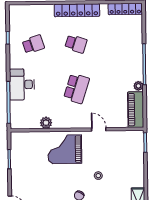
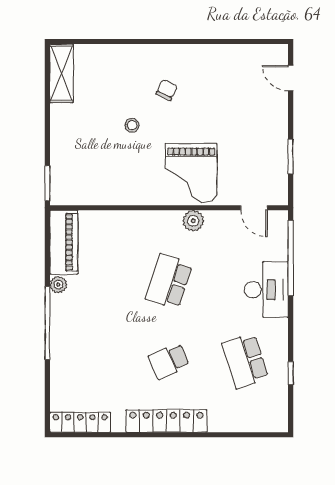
school desk: (33, 44) -> (245, 361), width x1.85
school desk: (76, 44) -> (169, 361), turned -42
plant: (46, 123) -> (193, 221), moved
door: (99, 129) -> (254, 208), moved
grand piano: (65, 149) -> (191, 173), turned 90

